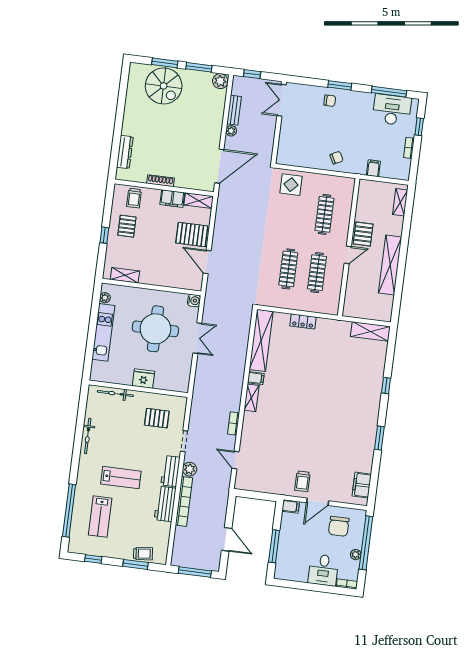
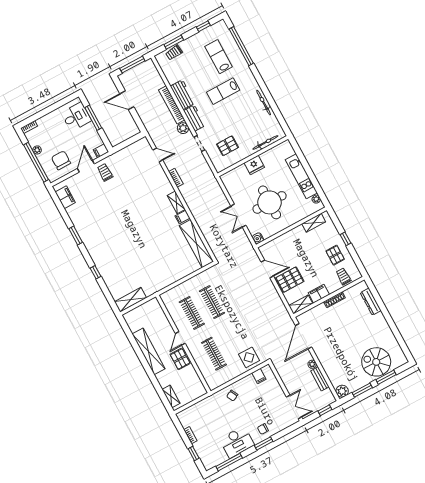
desk: (392, 110) -> (237, 442), moved
filing cabinet: (373, 168) -> (259, 376), moved
locker: (303, 321) -> (178, 275), removed
desk: (323, 570) -> (76, 117), moved, turned 90

